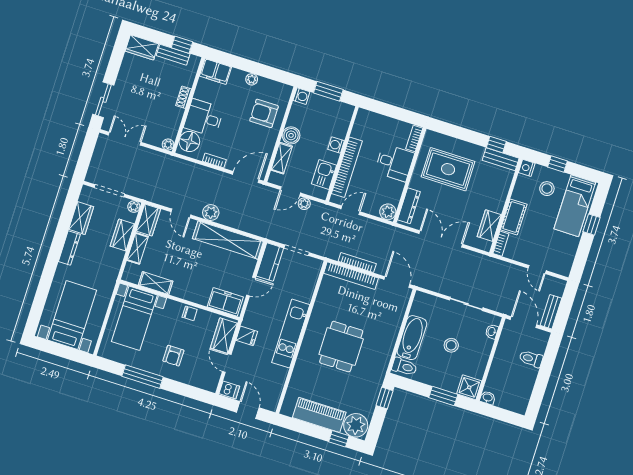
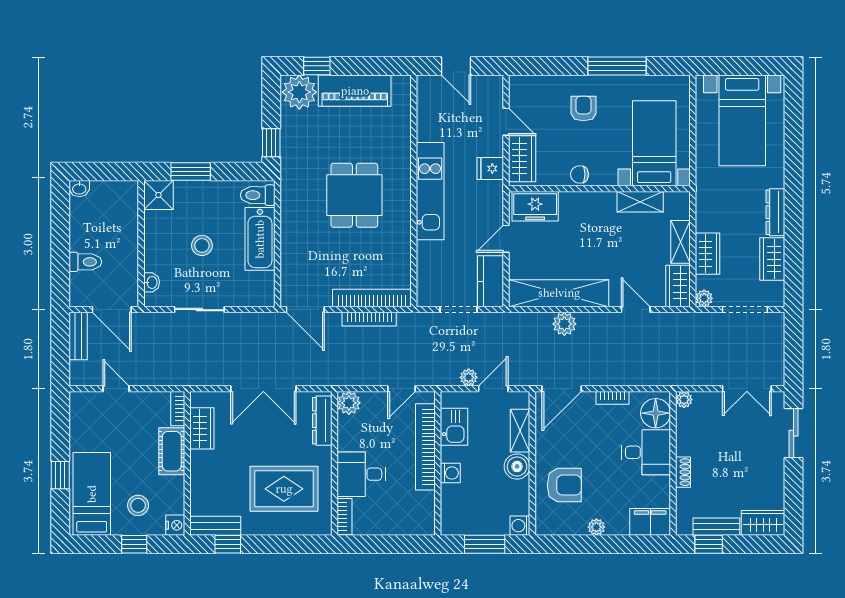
plant: (211, 213) -> (564, 324), moved
dishwasher: (229, 390) -> (491, 86), removed
washbasin: (488, 398) -> (79, 189), moved

